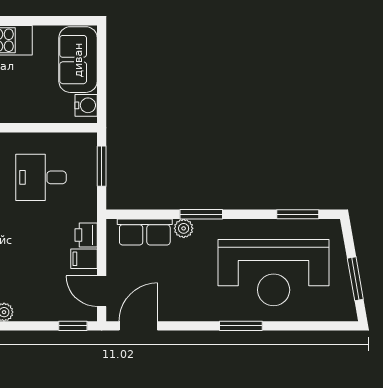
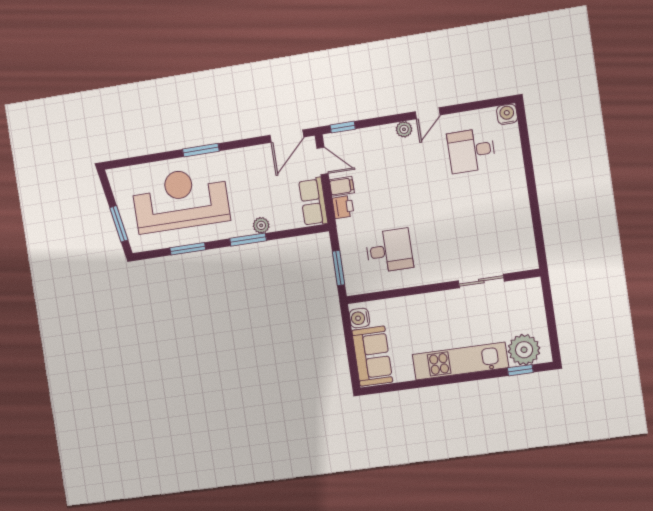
window: (298, 214) -> (188, 249), moved
row of seats: (145, 232) -> (313, 202), moved, turned -90
window: (355, 279) -> (119, 224), moved

